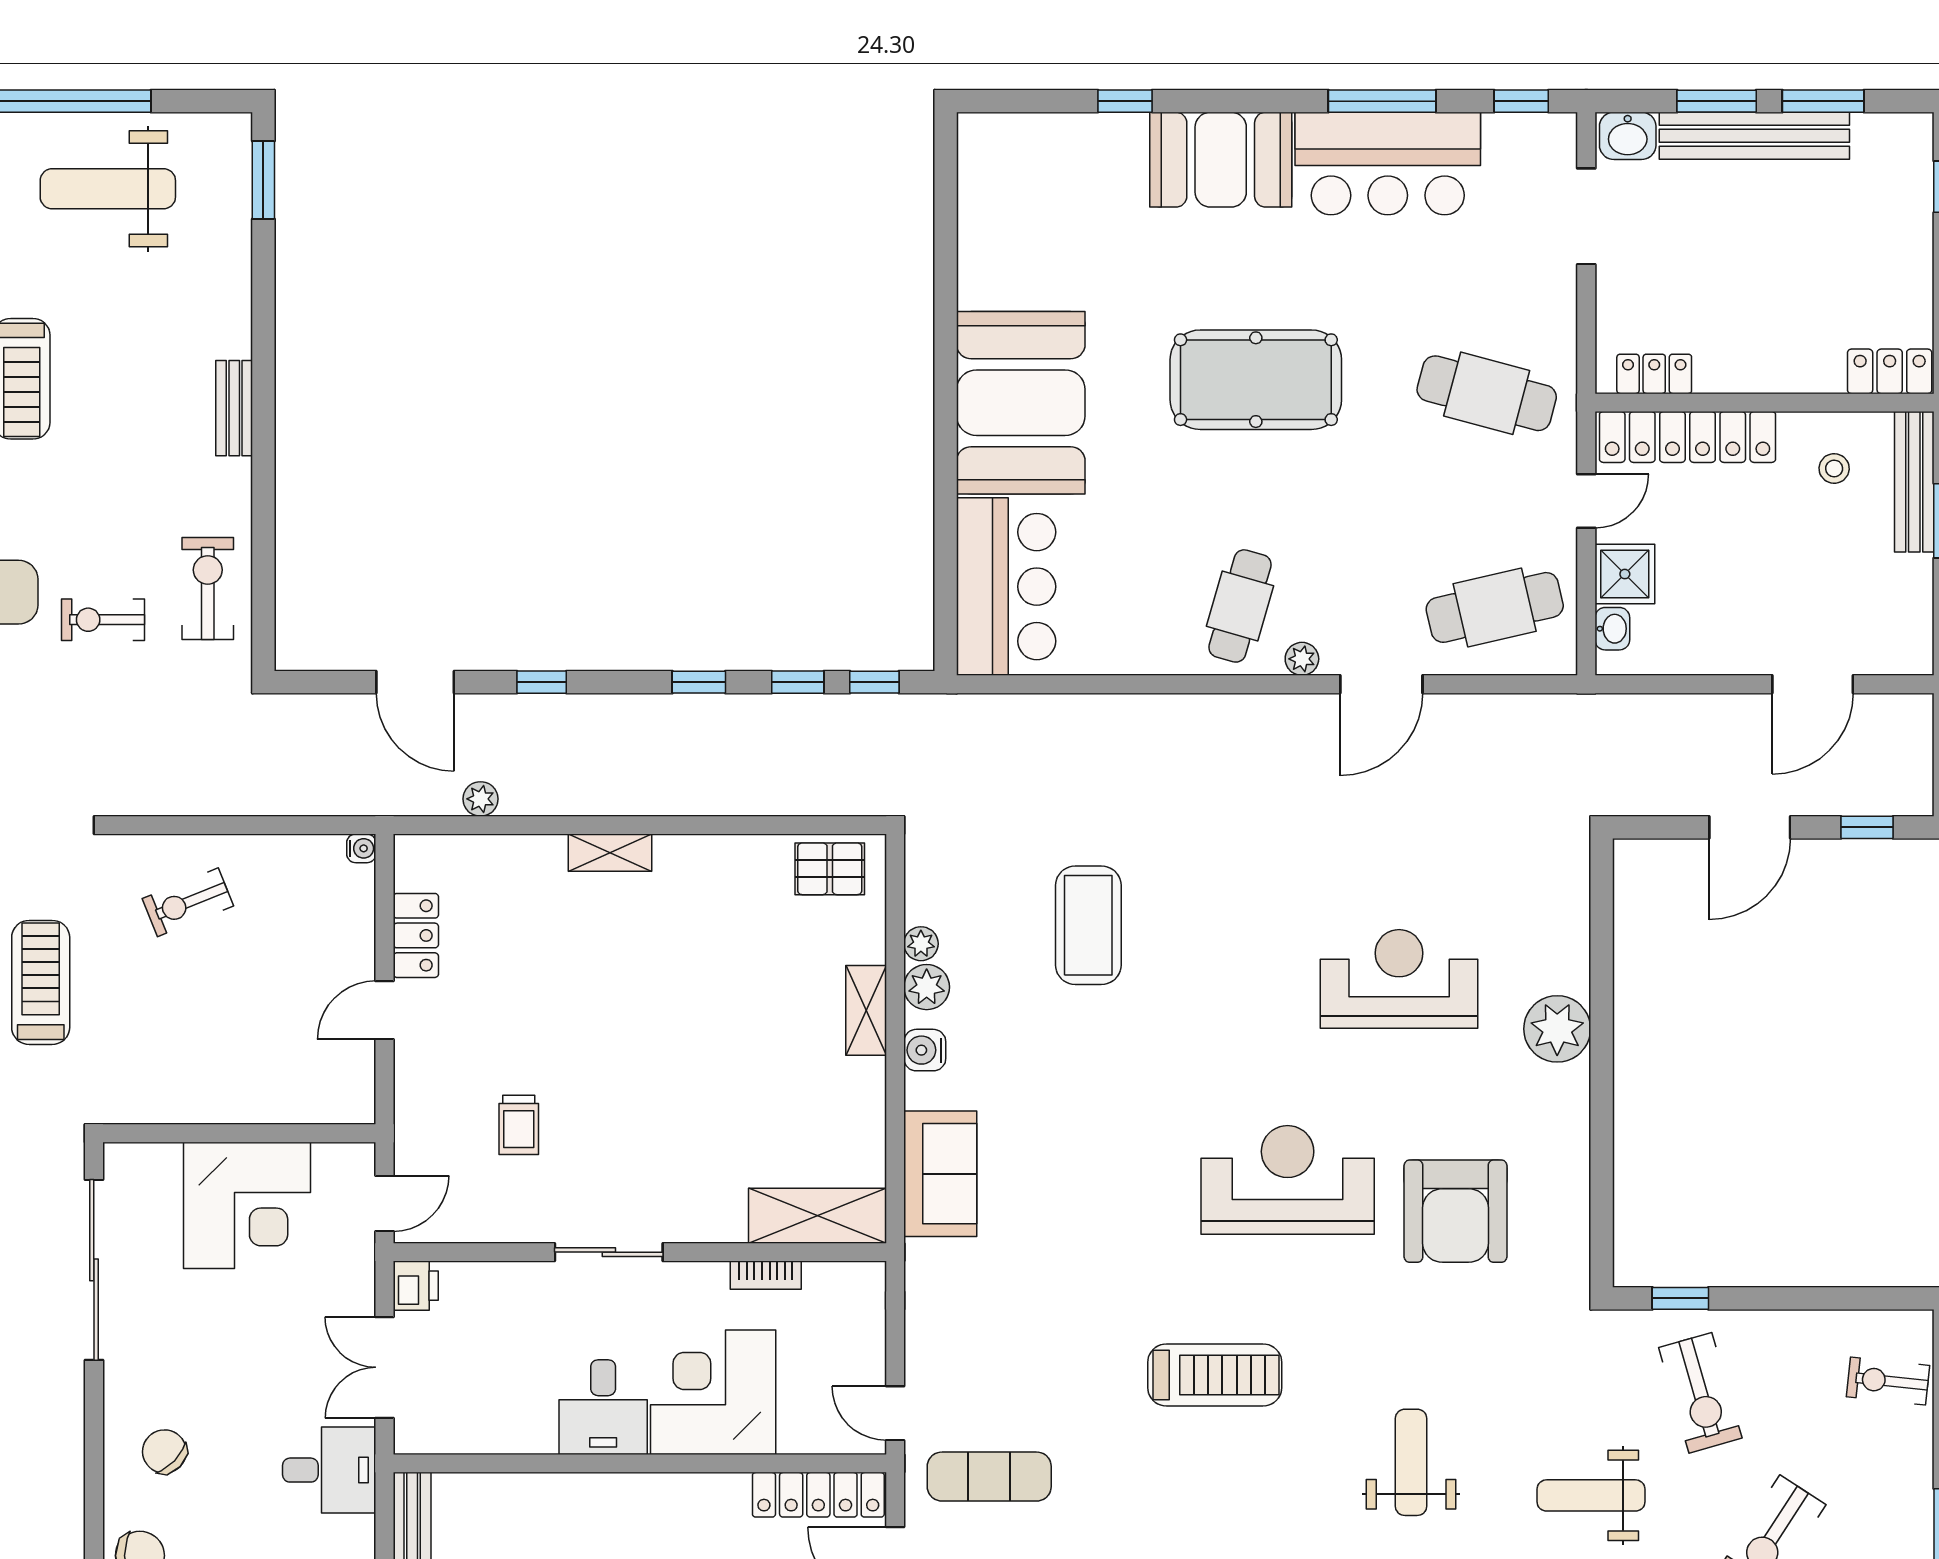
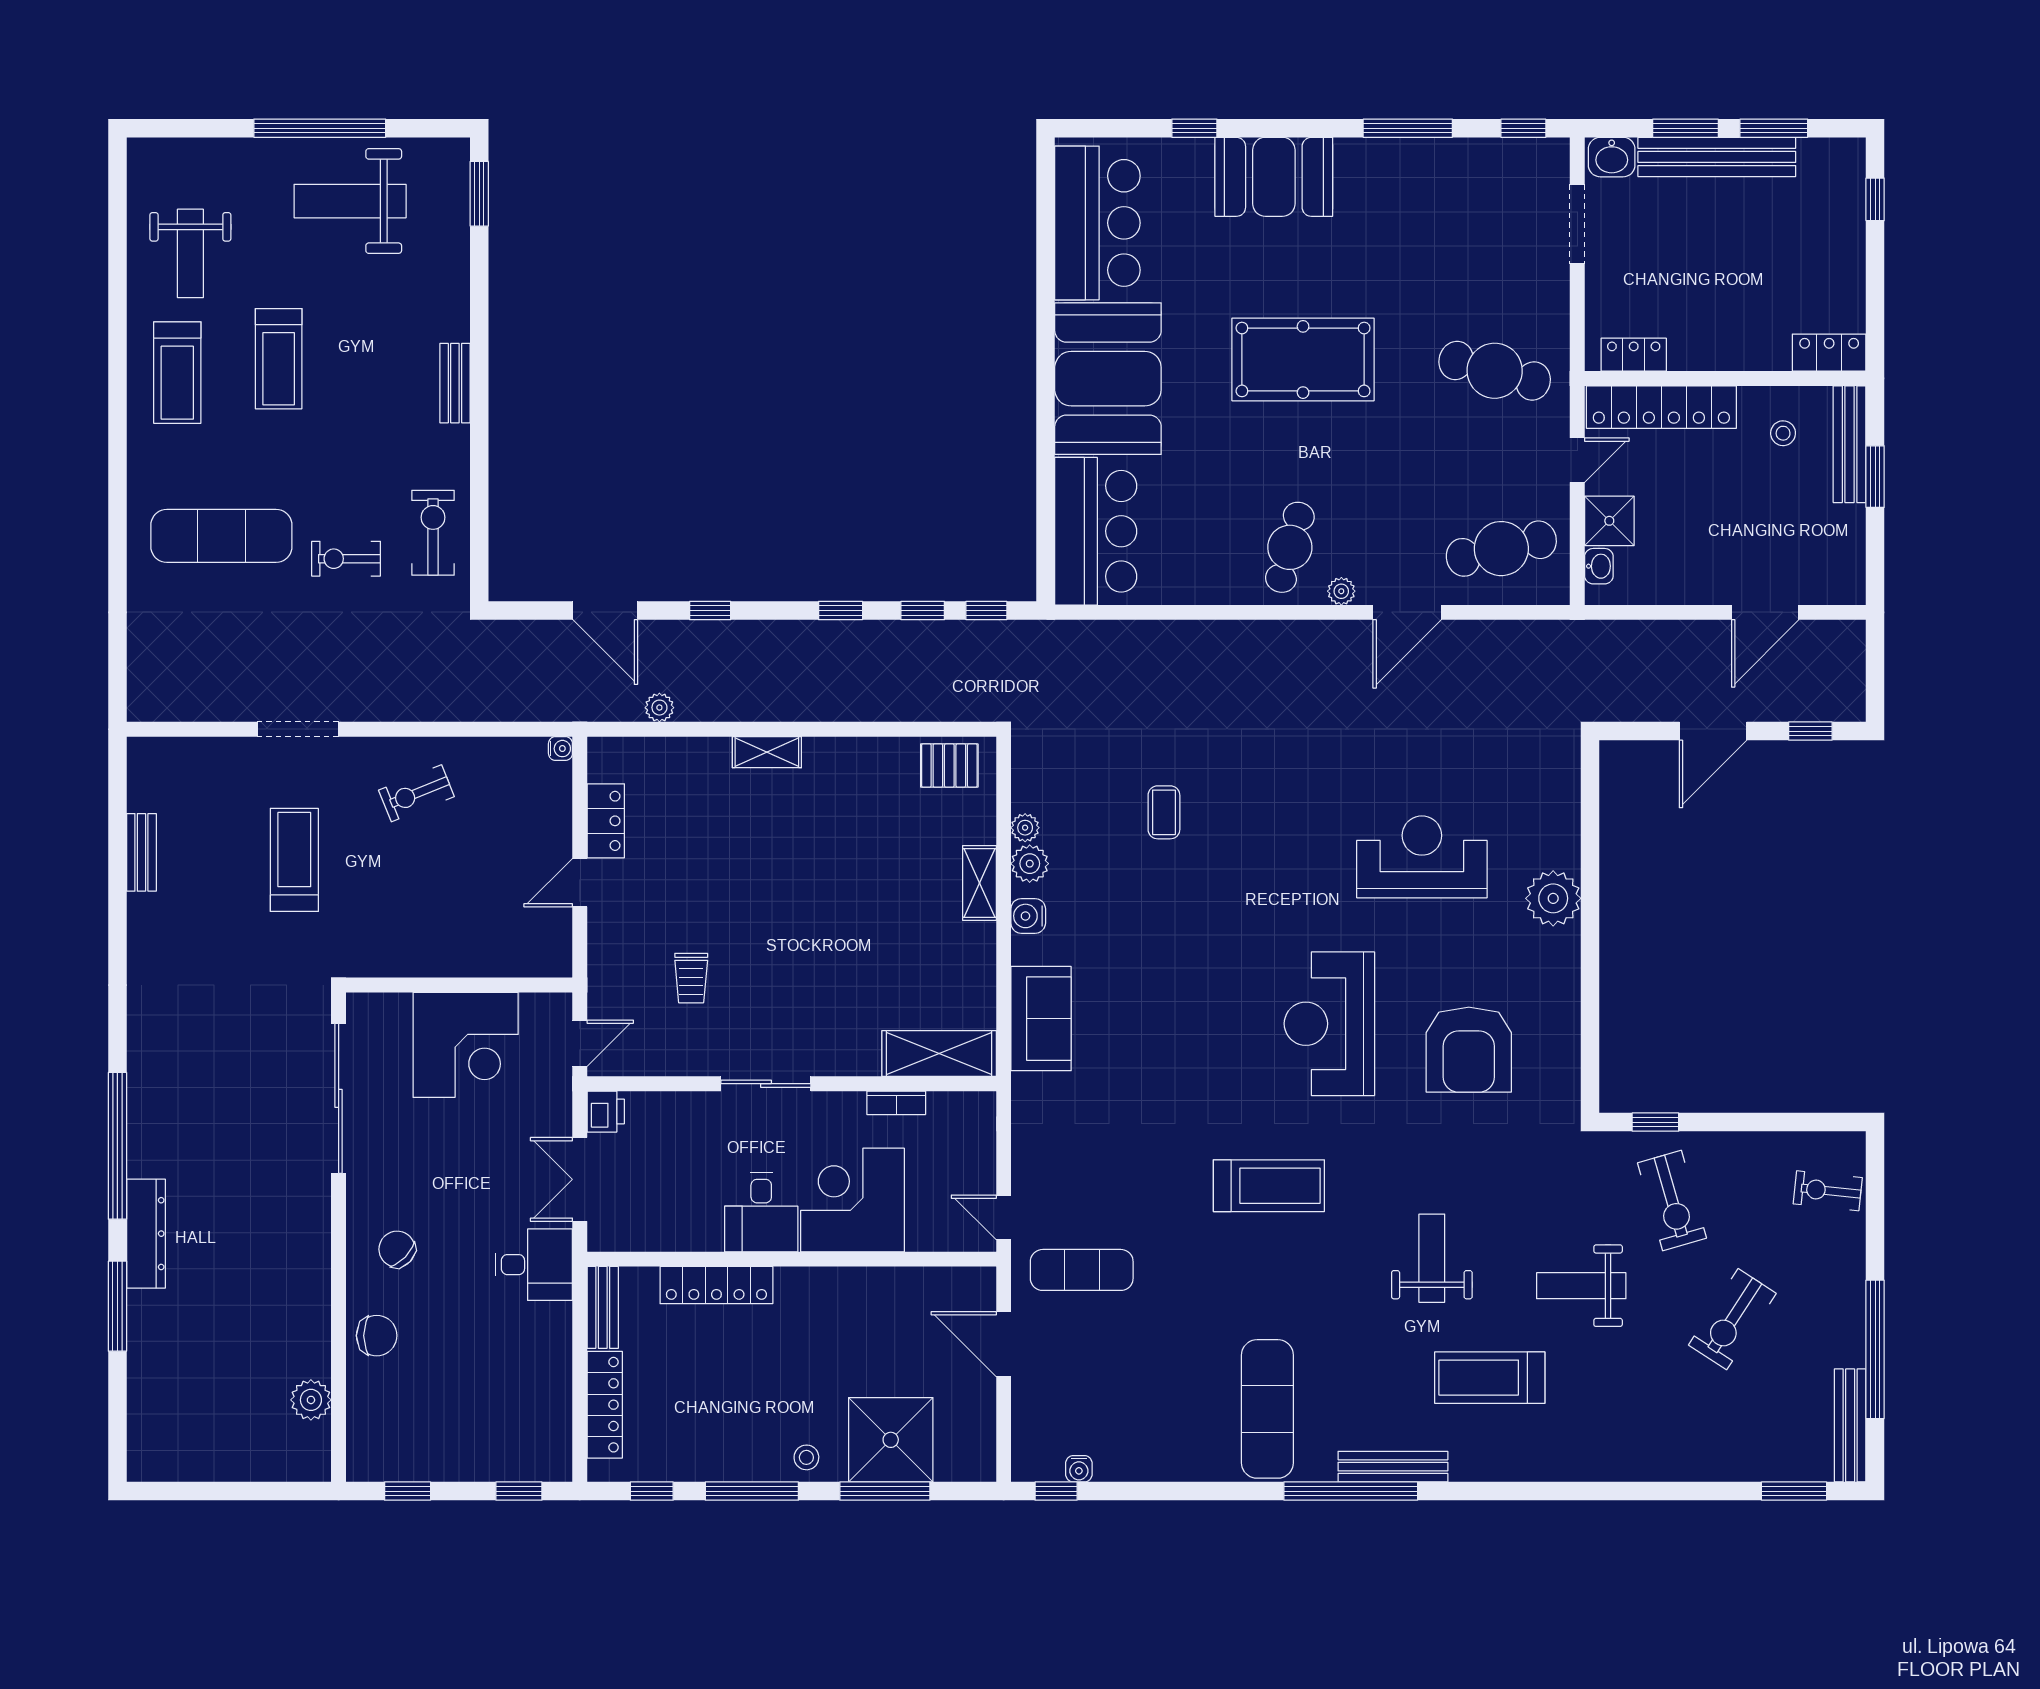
bar counter: (1388, 164) -> (1097, 223), moved, turned -90
coffee table: (1088, 925) -> (1164, 812), width x0.54, depth x0.58
reception desk: (1288, 1180) -> (1329, 1024), turned -90
locker: (818, 1495) -> (716, 1285), moved

